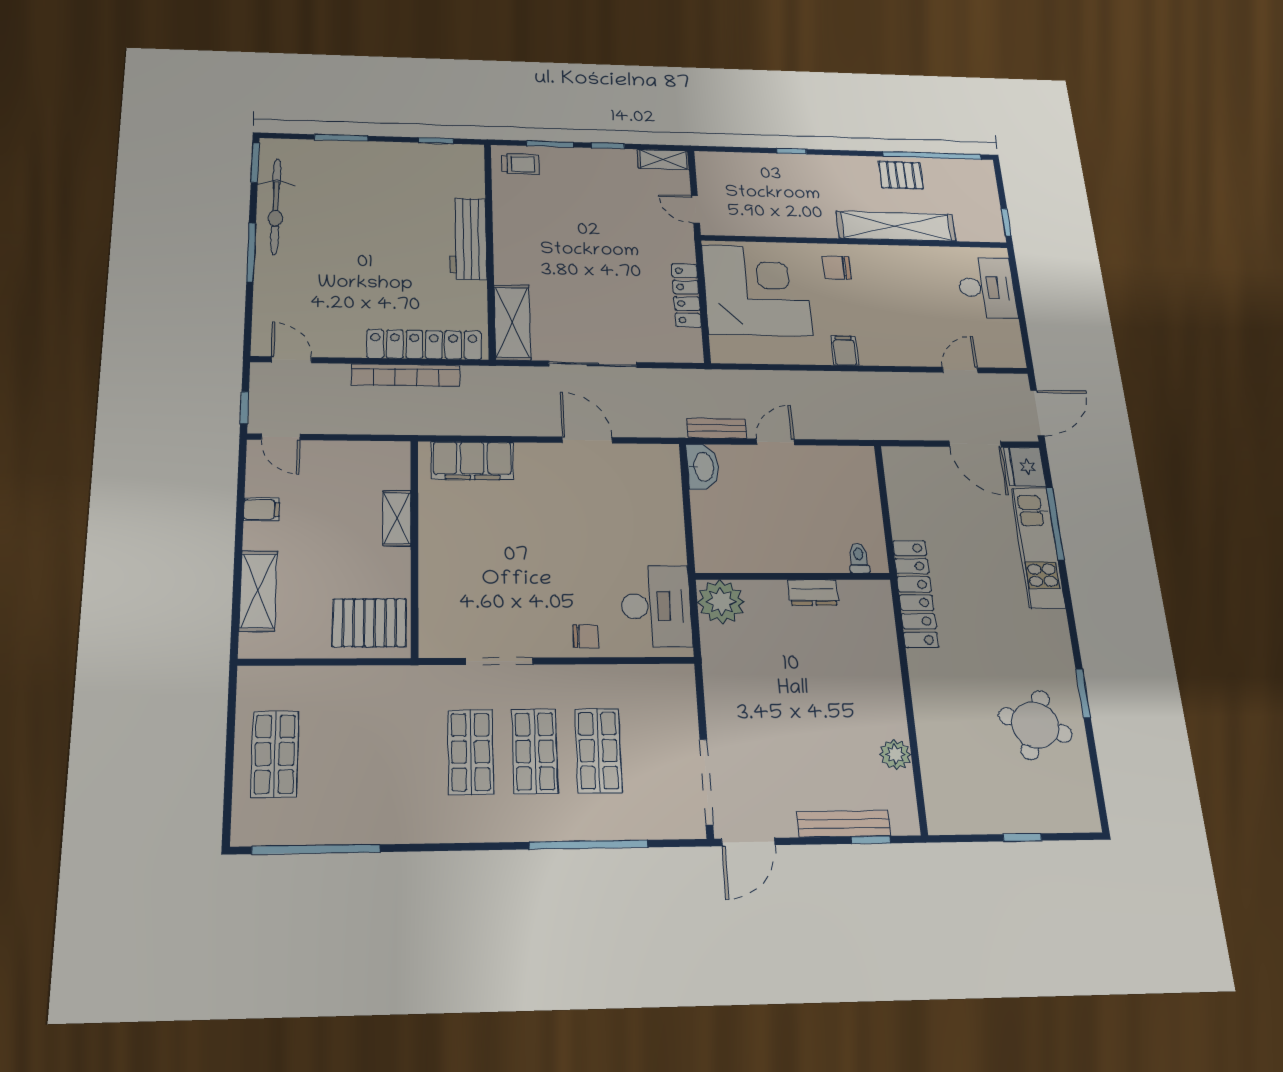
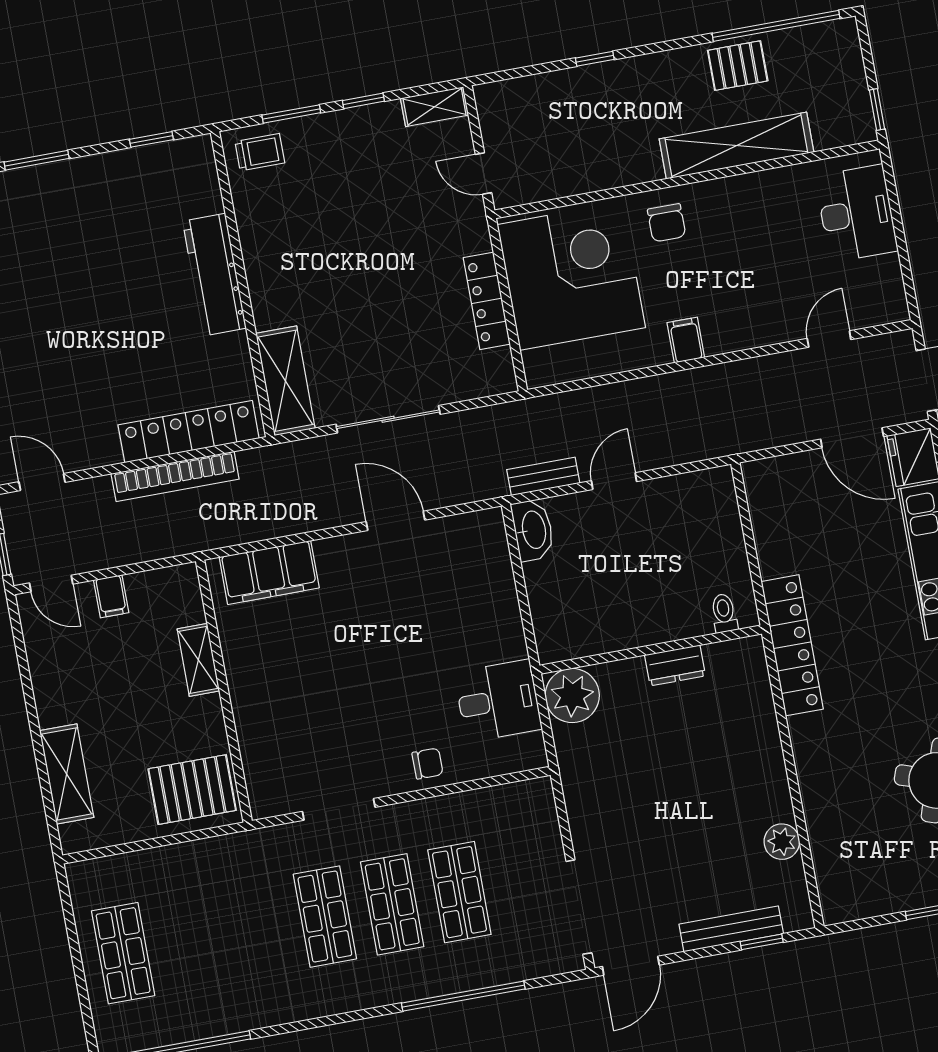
chair: (837, 268) -> (667, 223), turned -90
filing cabinet: (261, 509) -> (111, 596), moved, turned 90
desk: (656, 606) -> (498, 701), width x0.73

